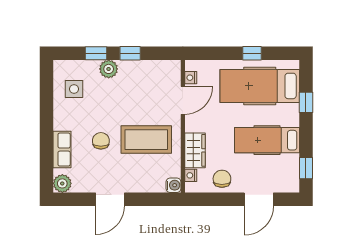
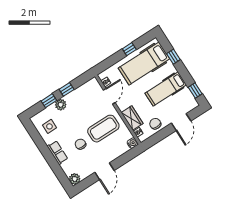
row of seats: (62, 150) -> (57, 153), moved

